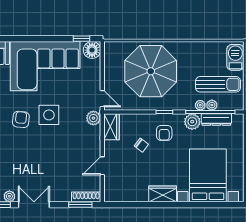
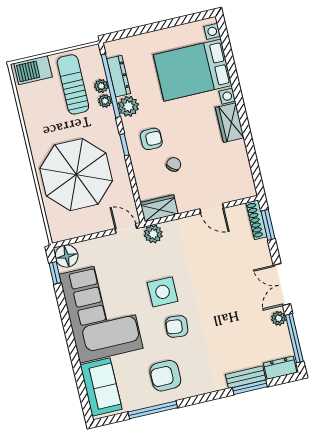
door: (102, 99) -> (126, 228), hinge flipped

